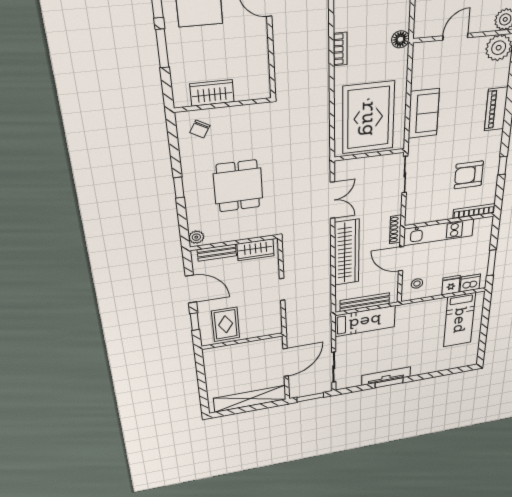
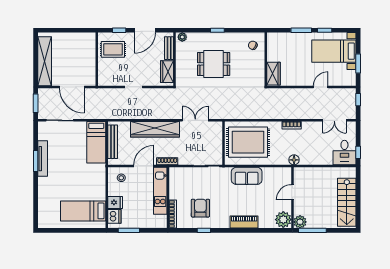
door: (455, 37) -> (292, 192), swing flipped
wardrobe: (212, 93) -> (274, 74), moved
double door: (333, 200) -> (195, 120), swing flipped

